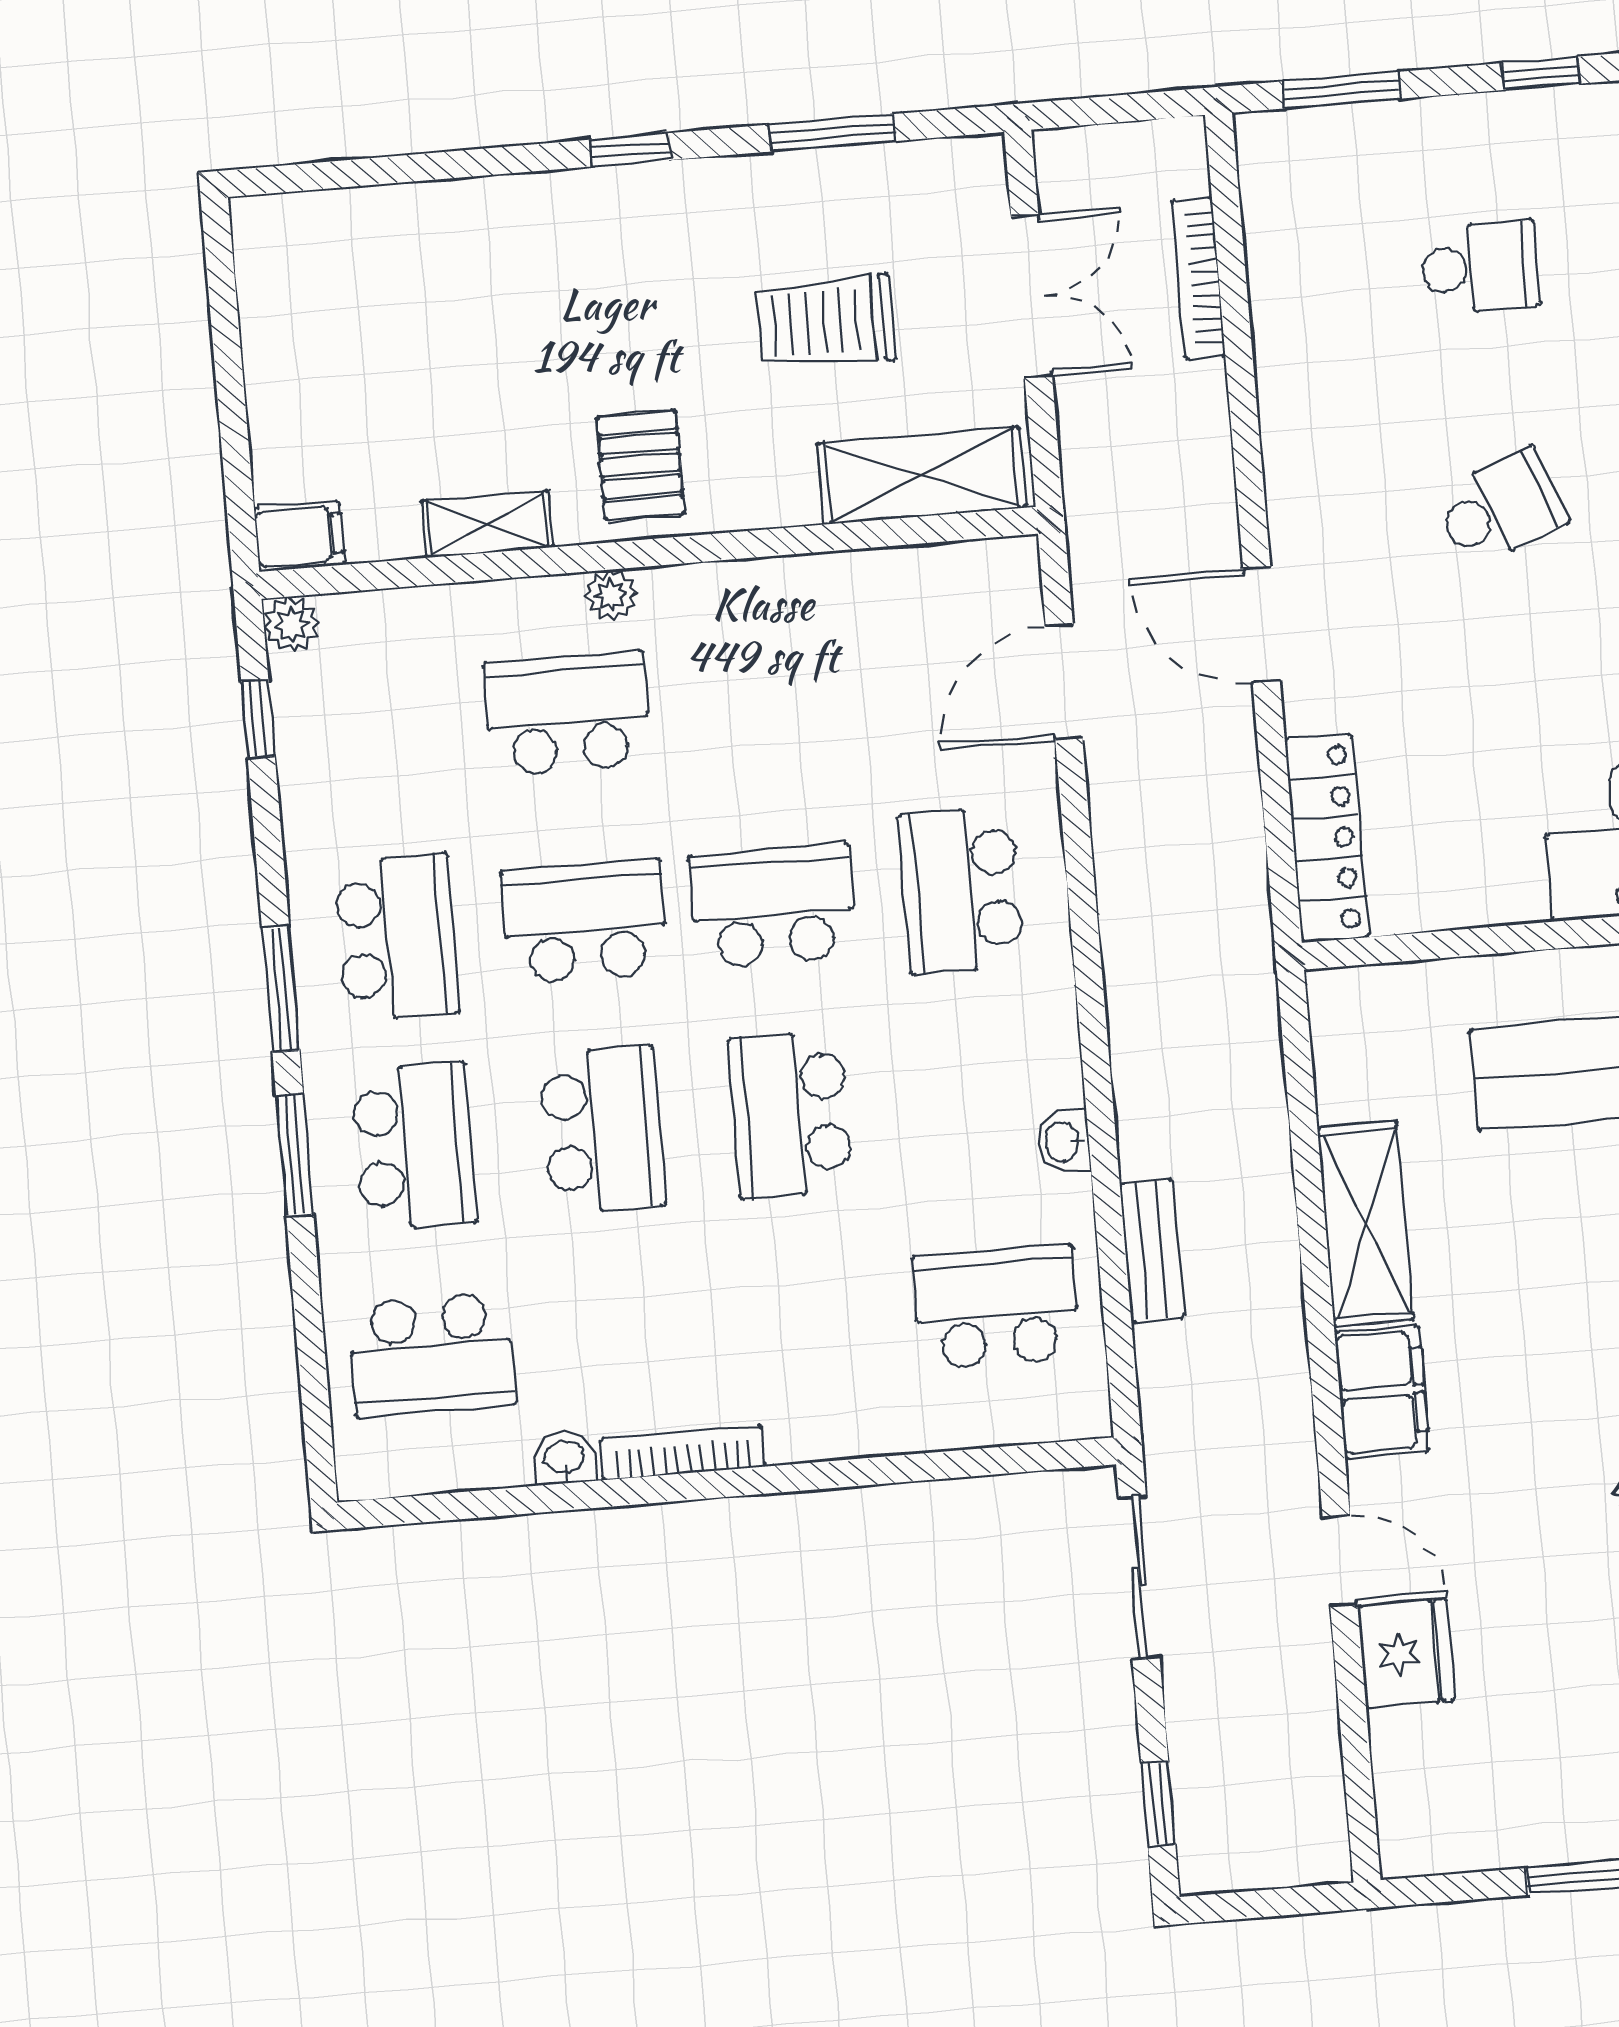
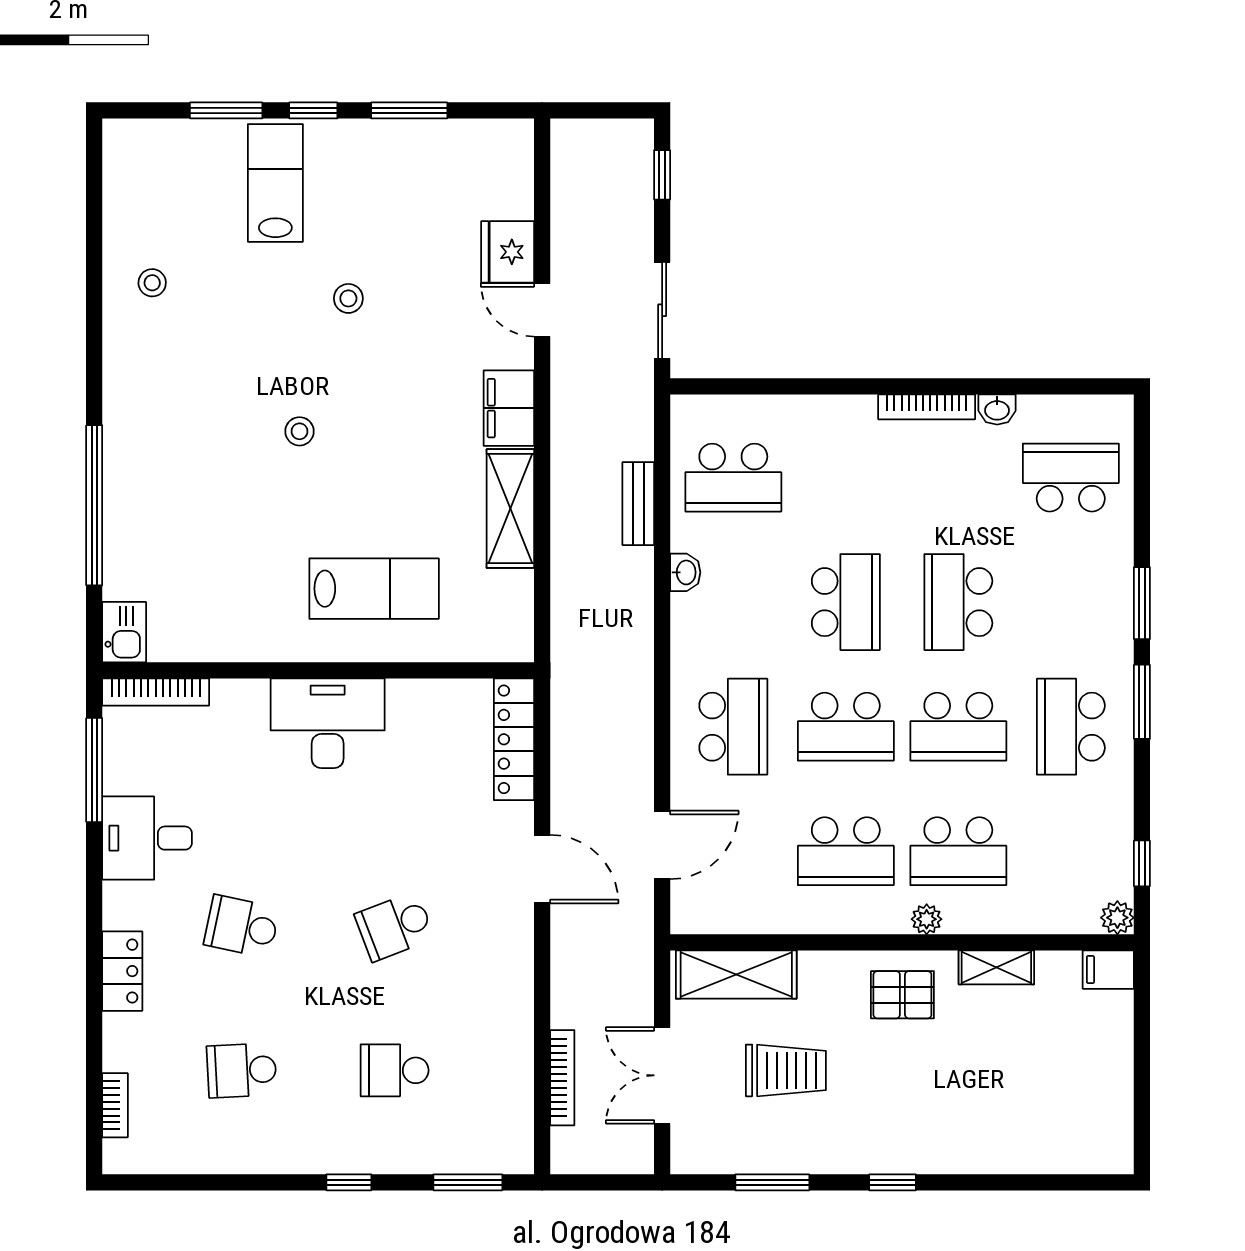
pallet: (641, 465) -> (902, 995), turned 90
school desk: (414, 1146) -> (846, 851), moved, turned -90

